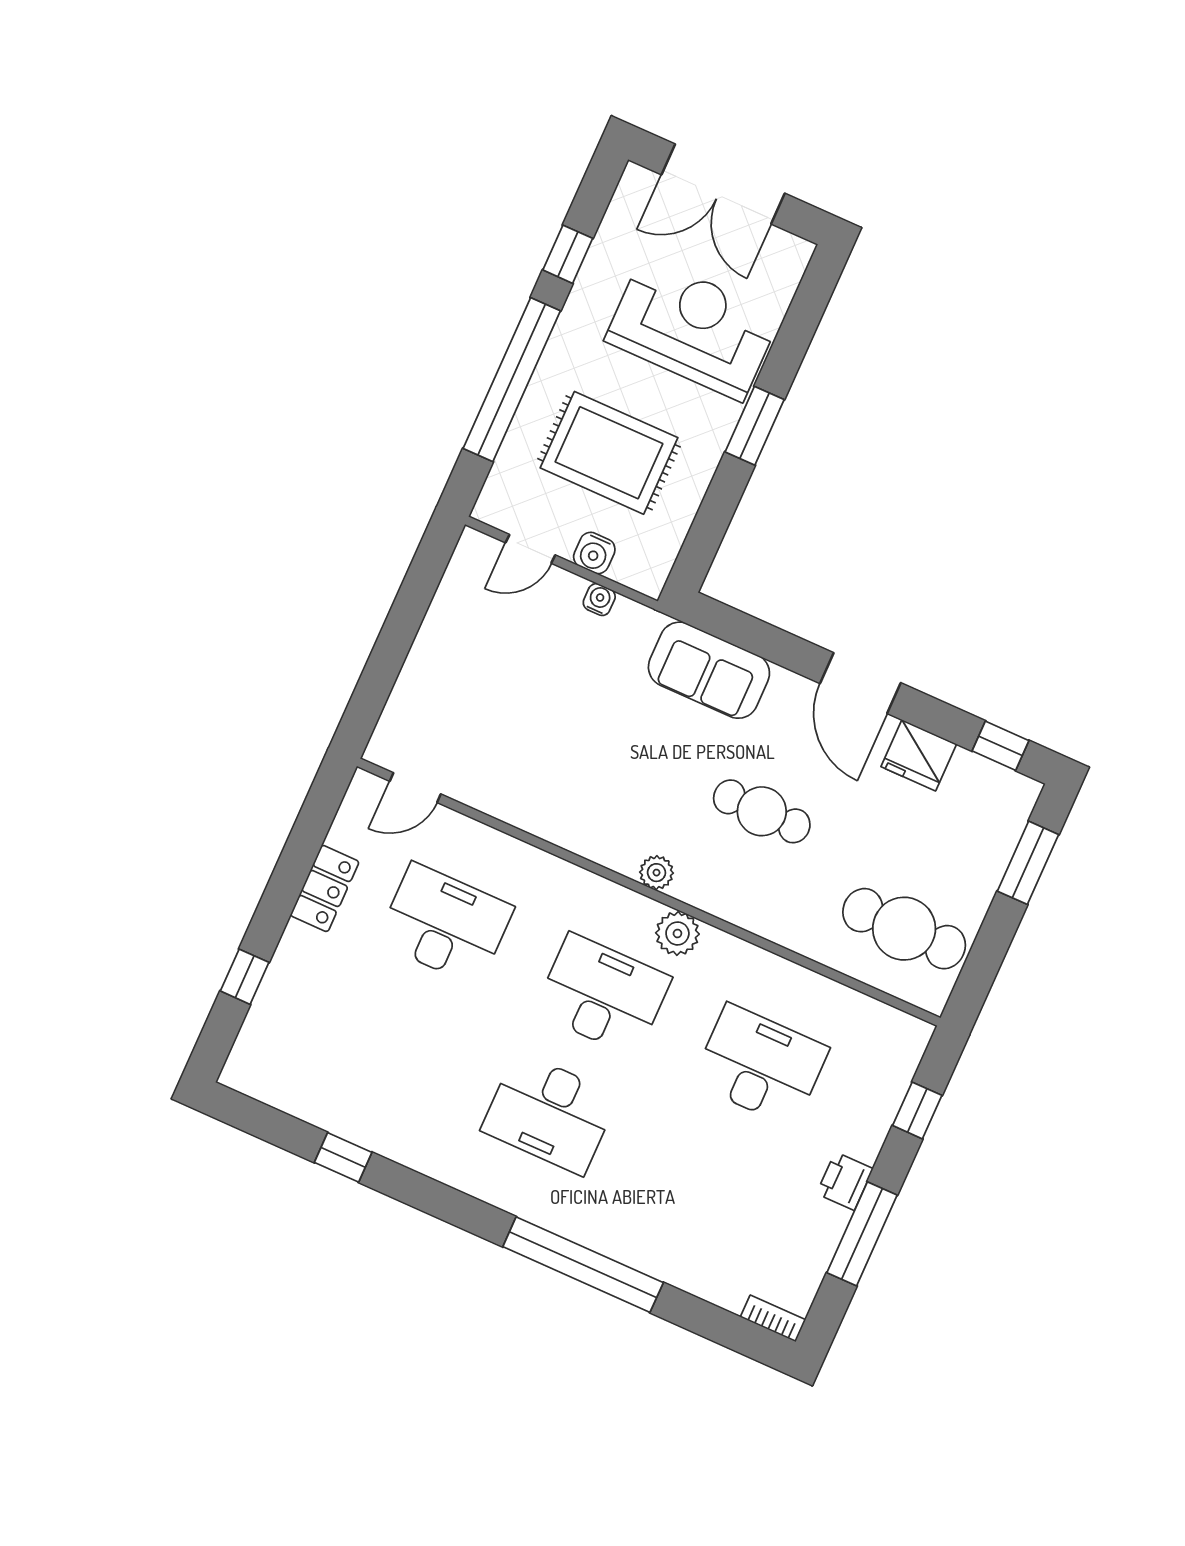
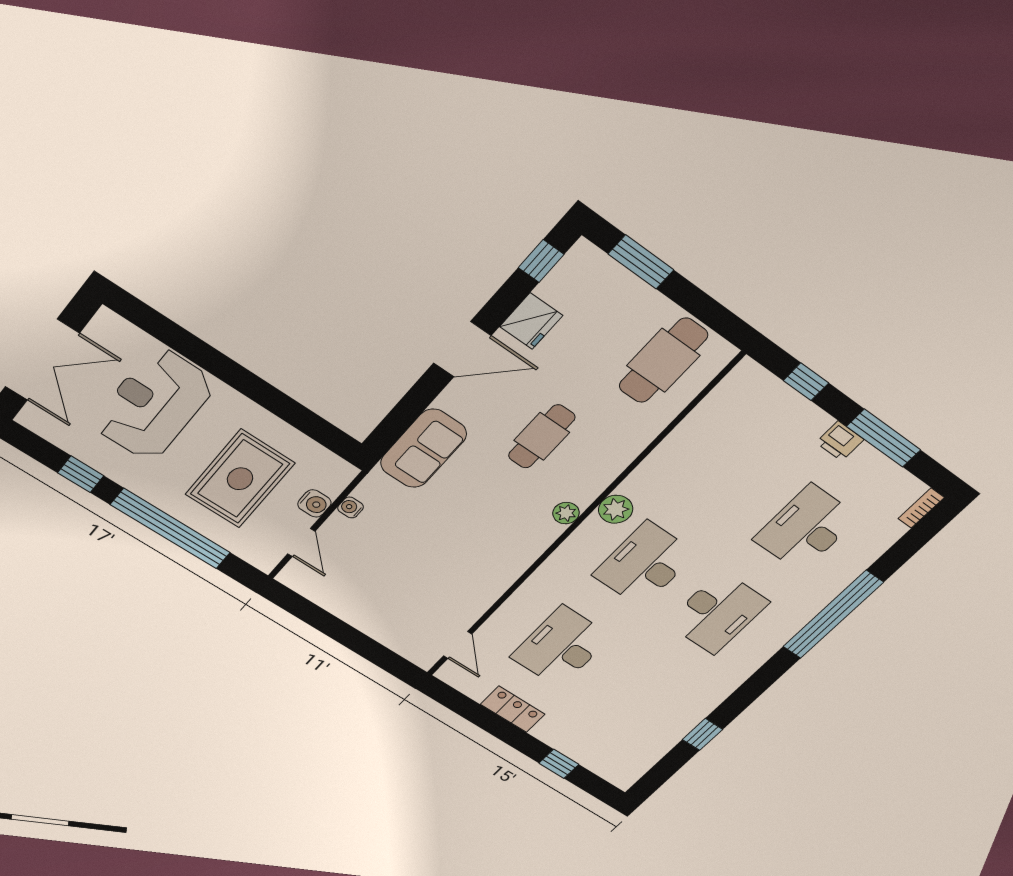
window: (755, 426) -> (240, 379), removed
desk: (760, 1065) -> (806, 528), moved

